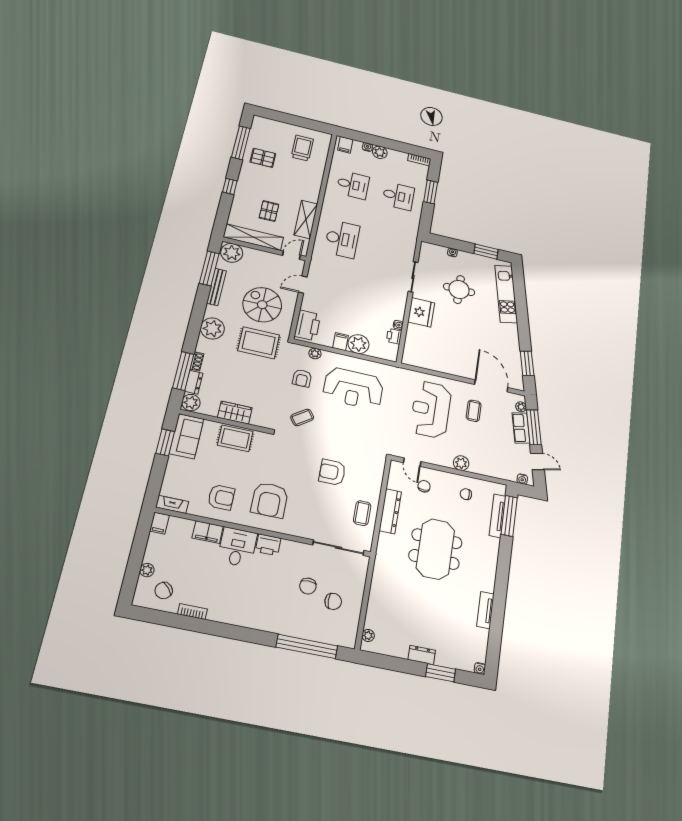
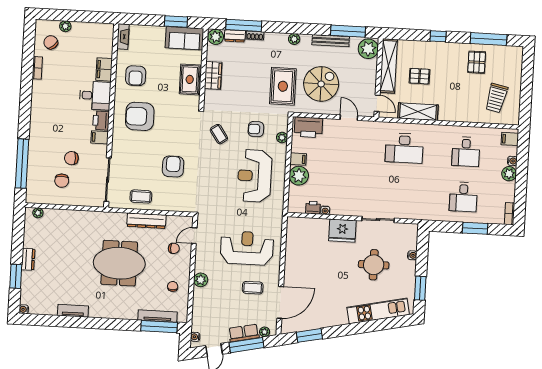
trolley: (302, 148) -> (496, 98), turned 102
plant: (212, 328) -> (294, 39), width x0.53, depth x0.53
filing cabinet: (160, 523) -> (100, 137), moved

